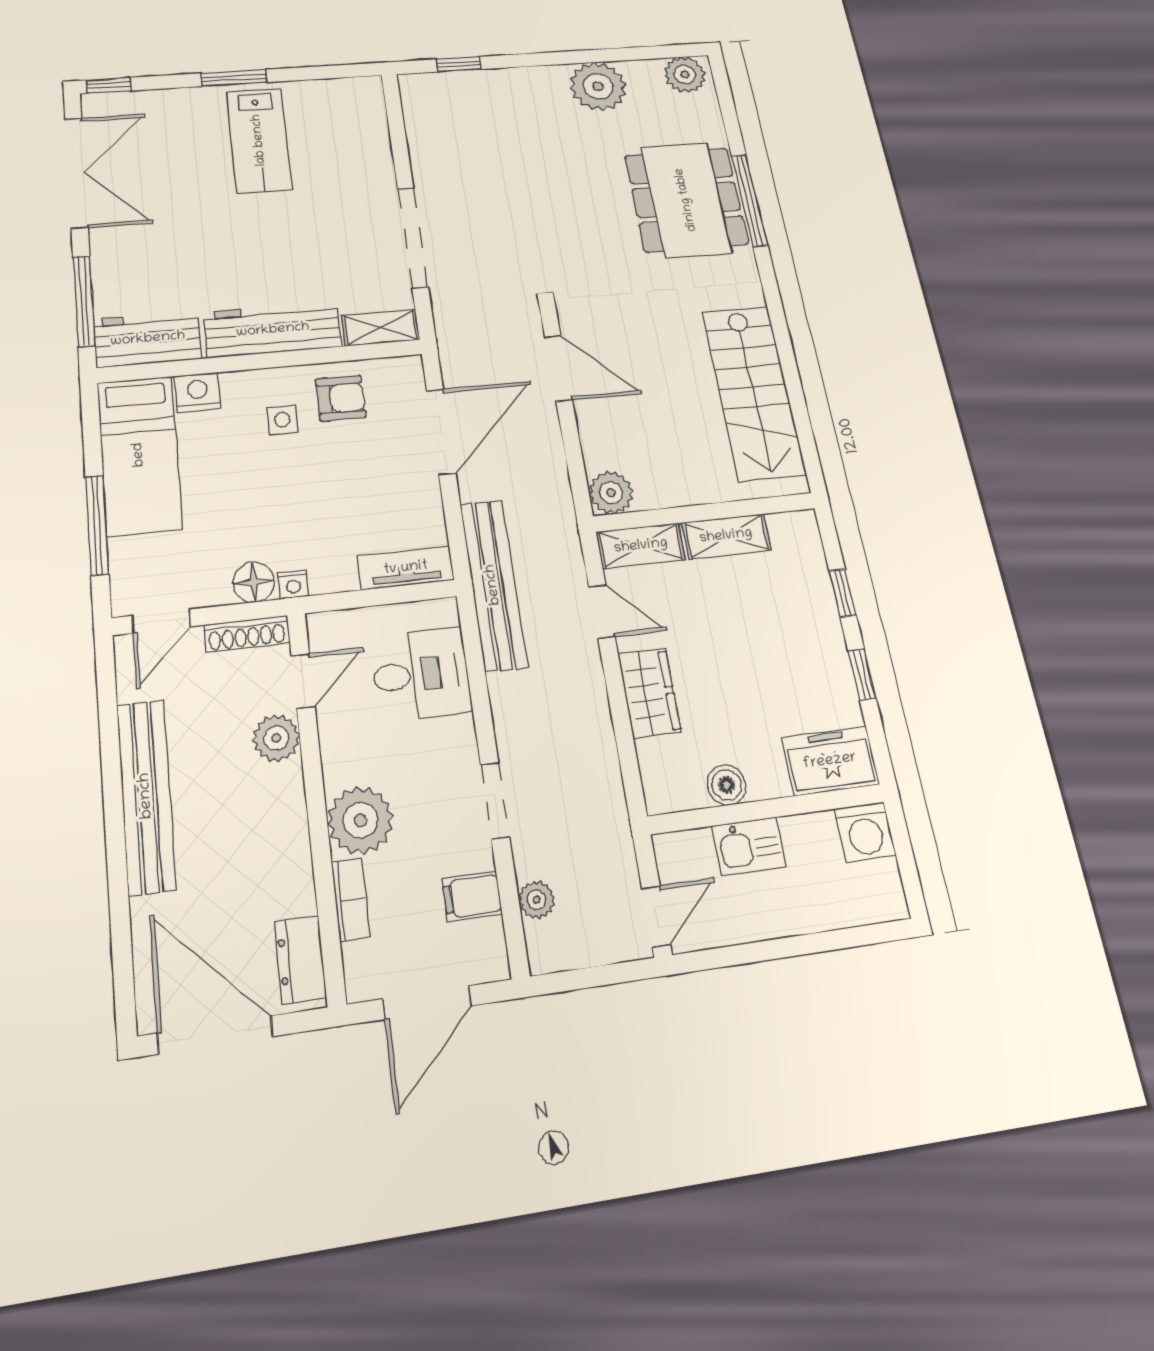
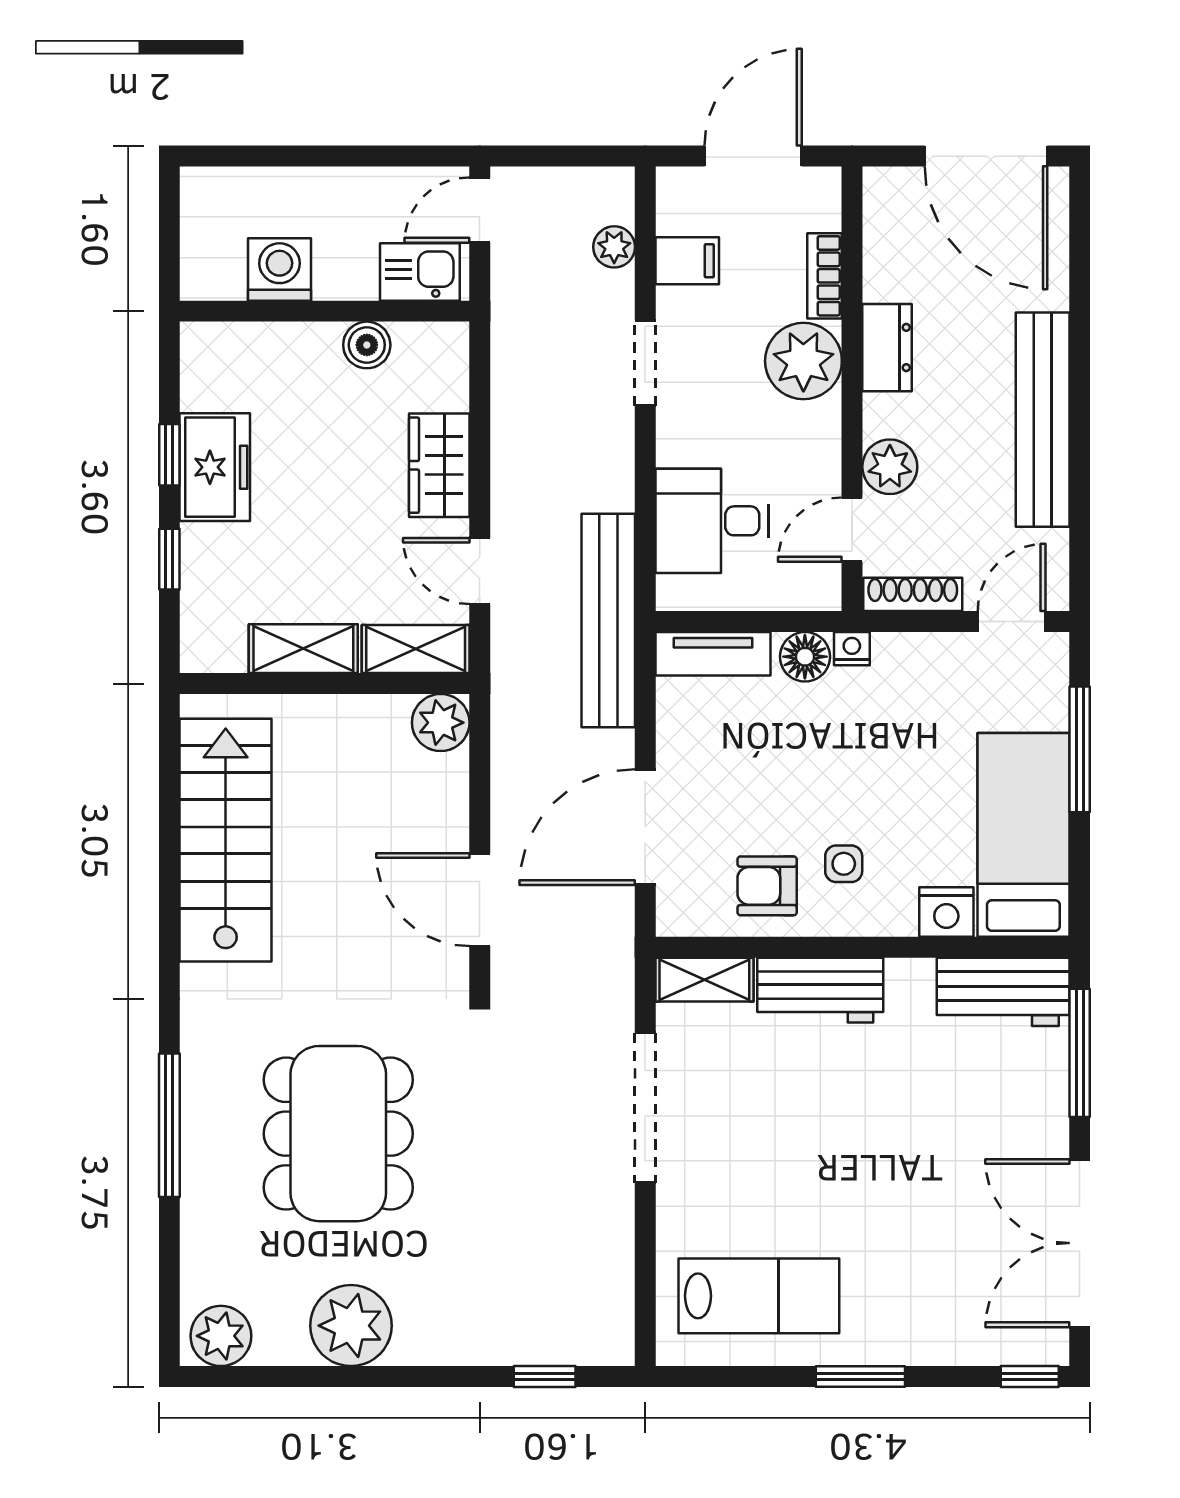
lab bench: (259, 140) -> (759, 1296), moved, turned 90
dining table: (686, 200) -> (338, 1134), moved
workbench: (273, 330) -> (820, 990), width x0.73
floor lamp: (254, 582) -> (805, 657), moved
freezer: (830, 761) -> (215, 467), moved, turned -90
washing machine: (865, 832) -> (279, 269), moved
kitchen sink: (749, 846) -> (420, 272), moved
dresser: (300, 960) -> (887, 348), moved

